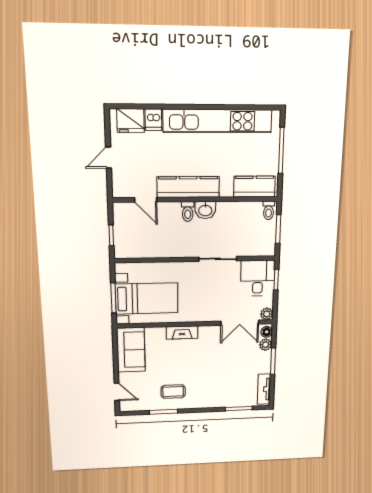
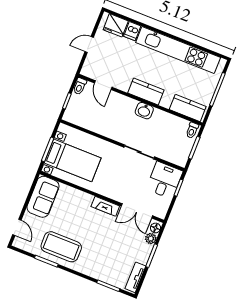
kitchen counter: (188, 187) -> (146, 91), width x0.67
toilet: (188, 212) -> (80, 86), moved
plant: (267, 314) -> (161, 213), removed
fireplace: (182, 332) -> (105, 206), moved
coffee table: (173, 392) -> (61, 247), width x1.86, depth x1.72

